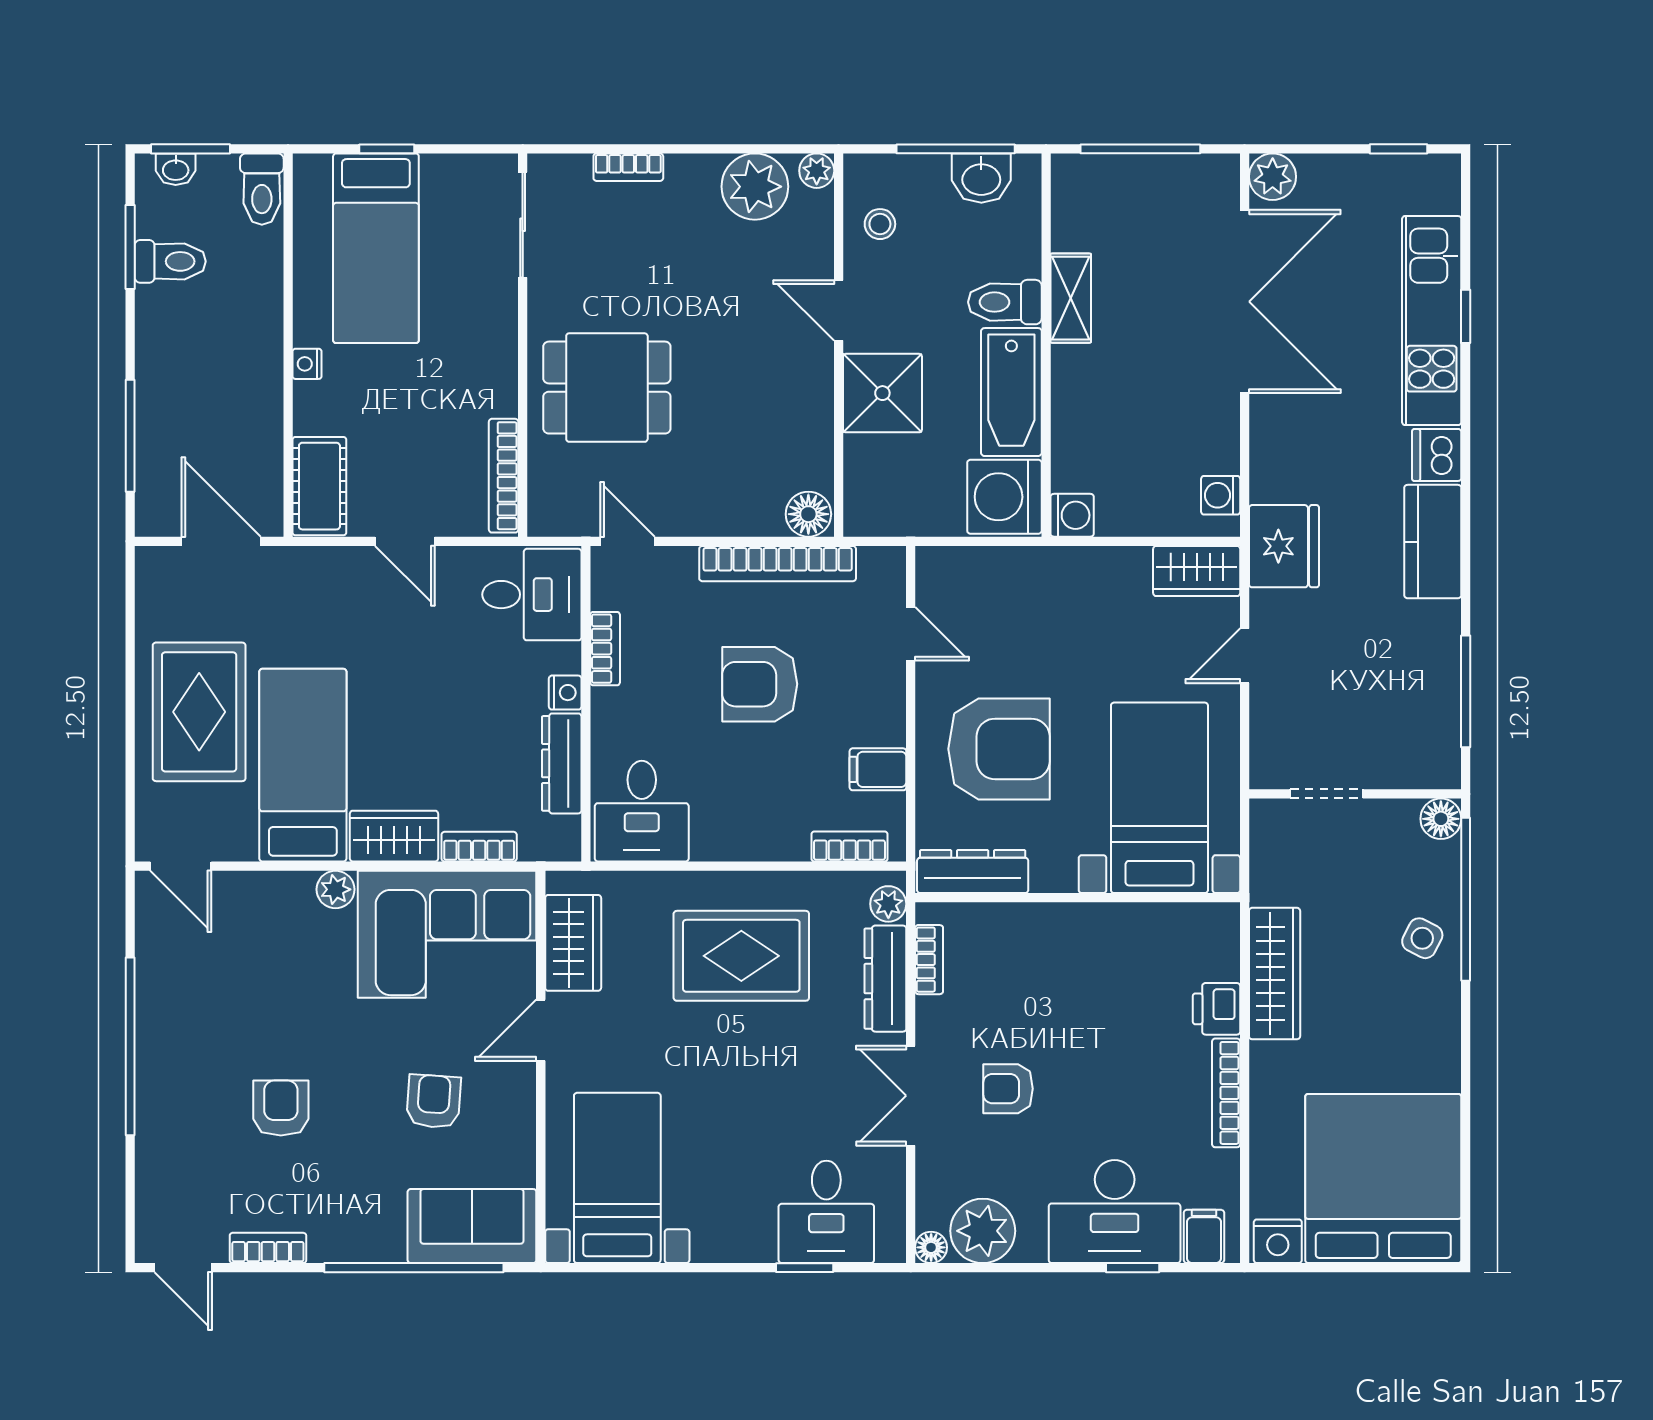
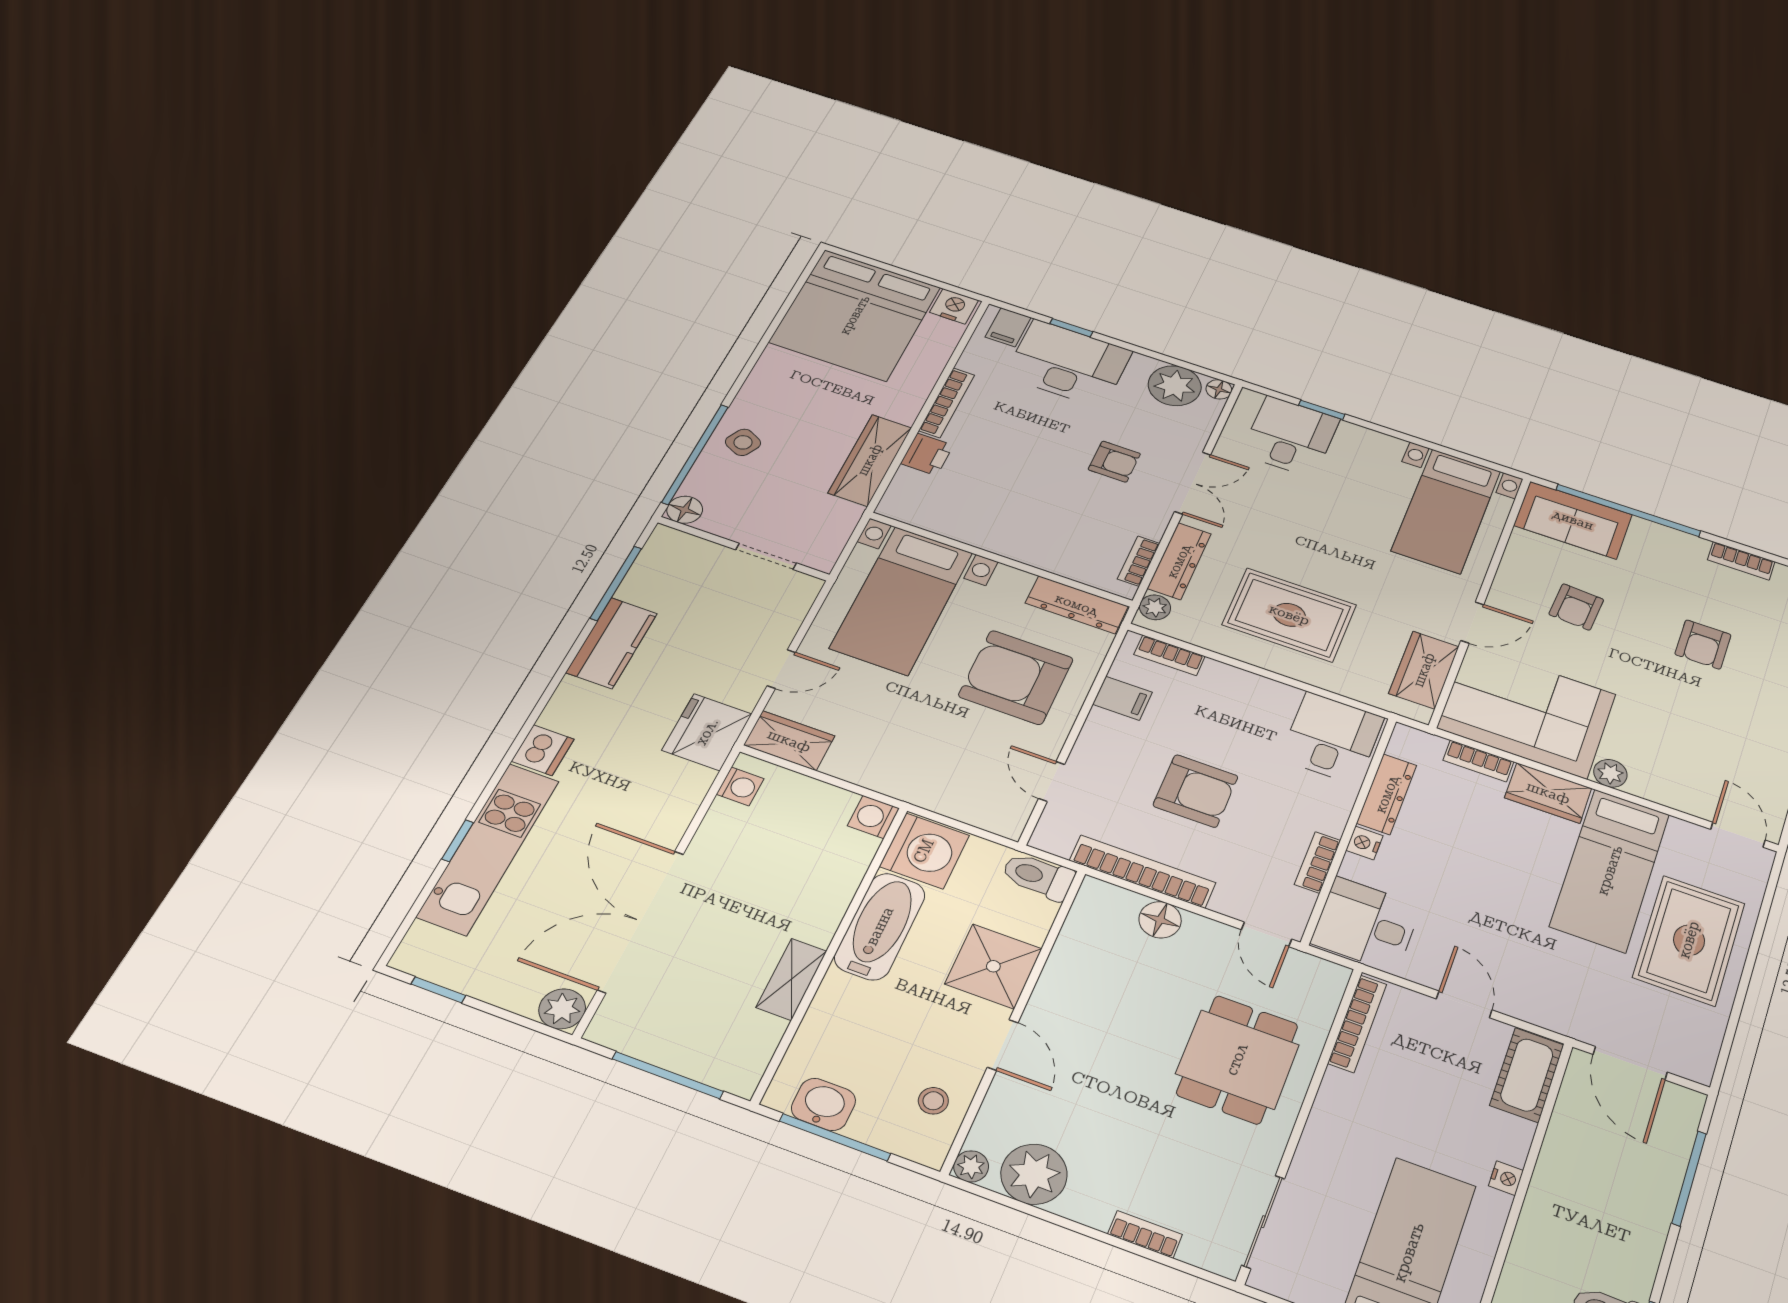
toilet: (1005, 302) -> (1038, 876), moved, turned 180
dining table: (607, 388) -> (1237, 1059), turned 90
floor lamp: (808, 514) -> (1160, 920), moved
kitchen counter: (1433, 542) -> (612, 643), moved

